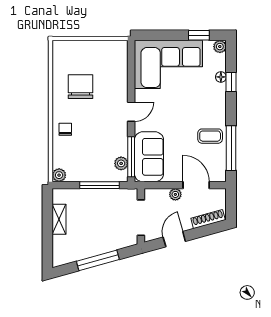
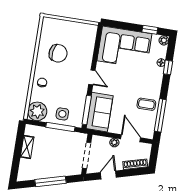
chair: (81, 87) -> (58, 53), turned 99
door: (131, 112) -> (92, 77), hinge flipped
plant: (121, 163) -> (79, 114), removed
side table: (99, 167) -> (62, 114), added
plant: (59, 175) -> (37, 111), width x1.88, depth x1.88

